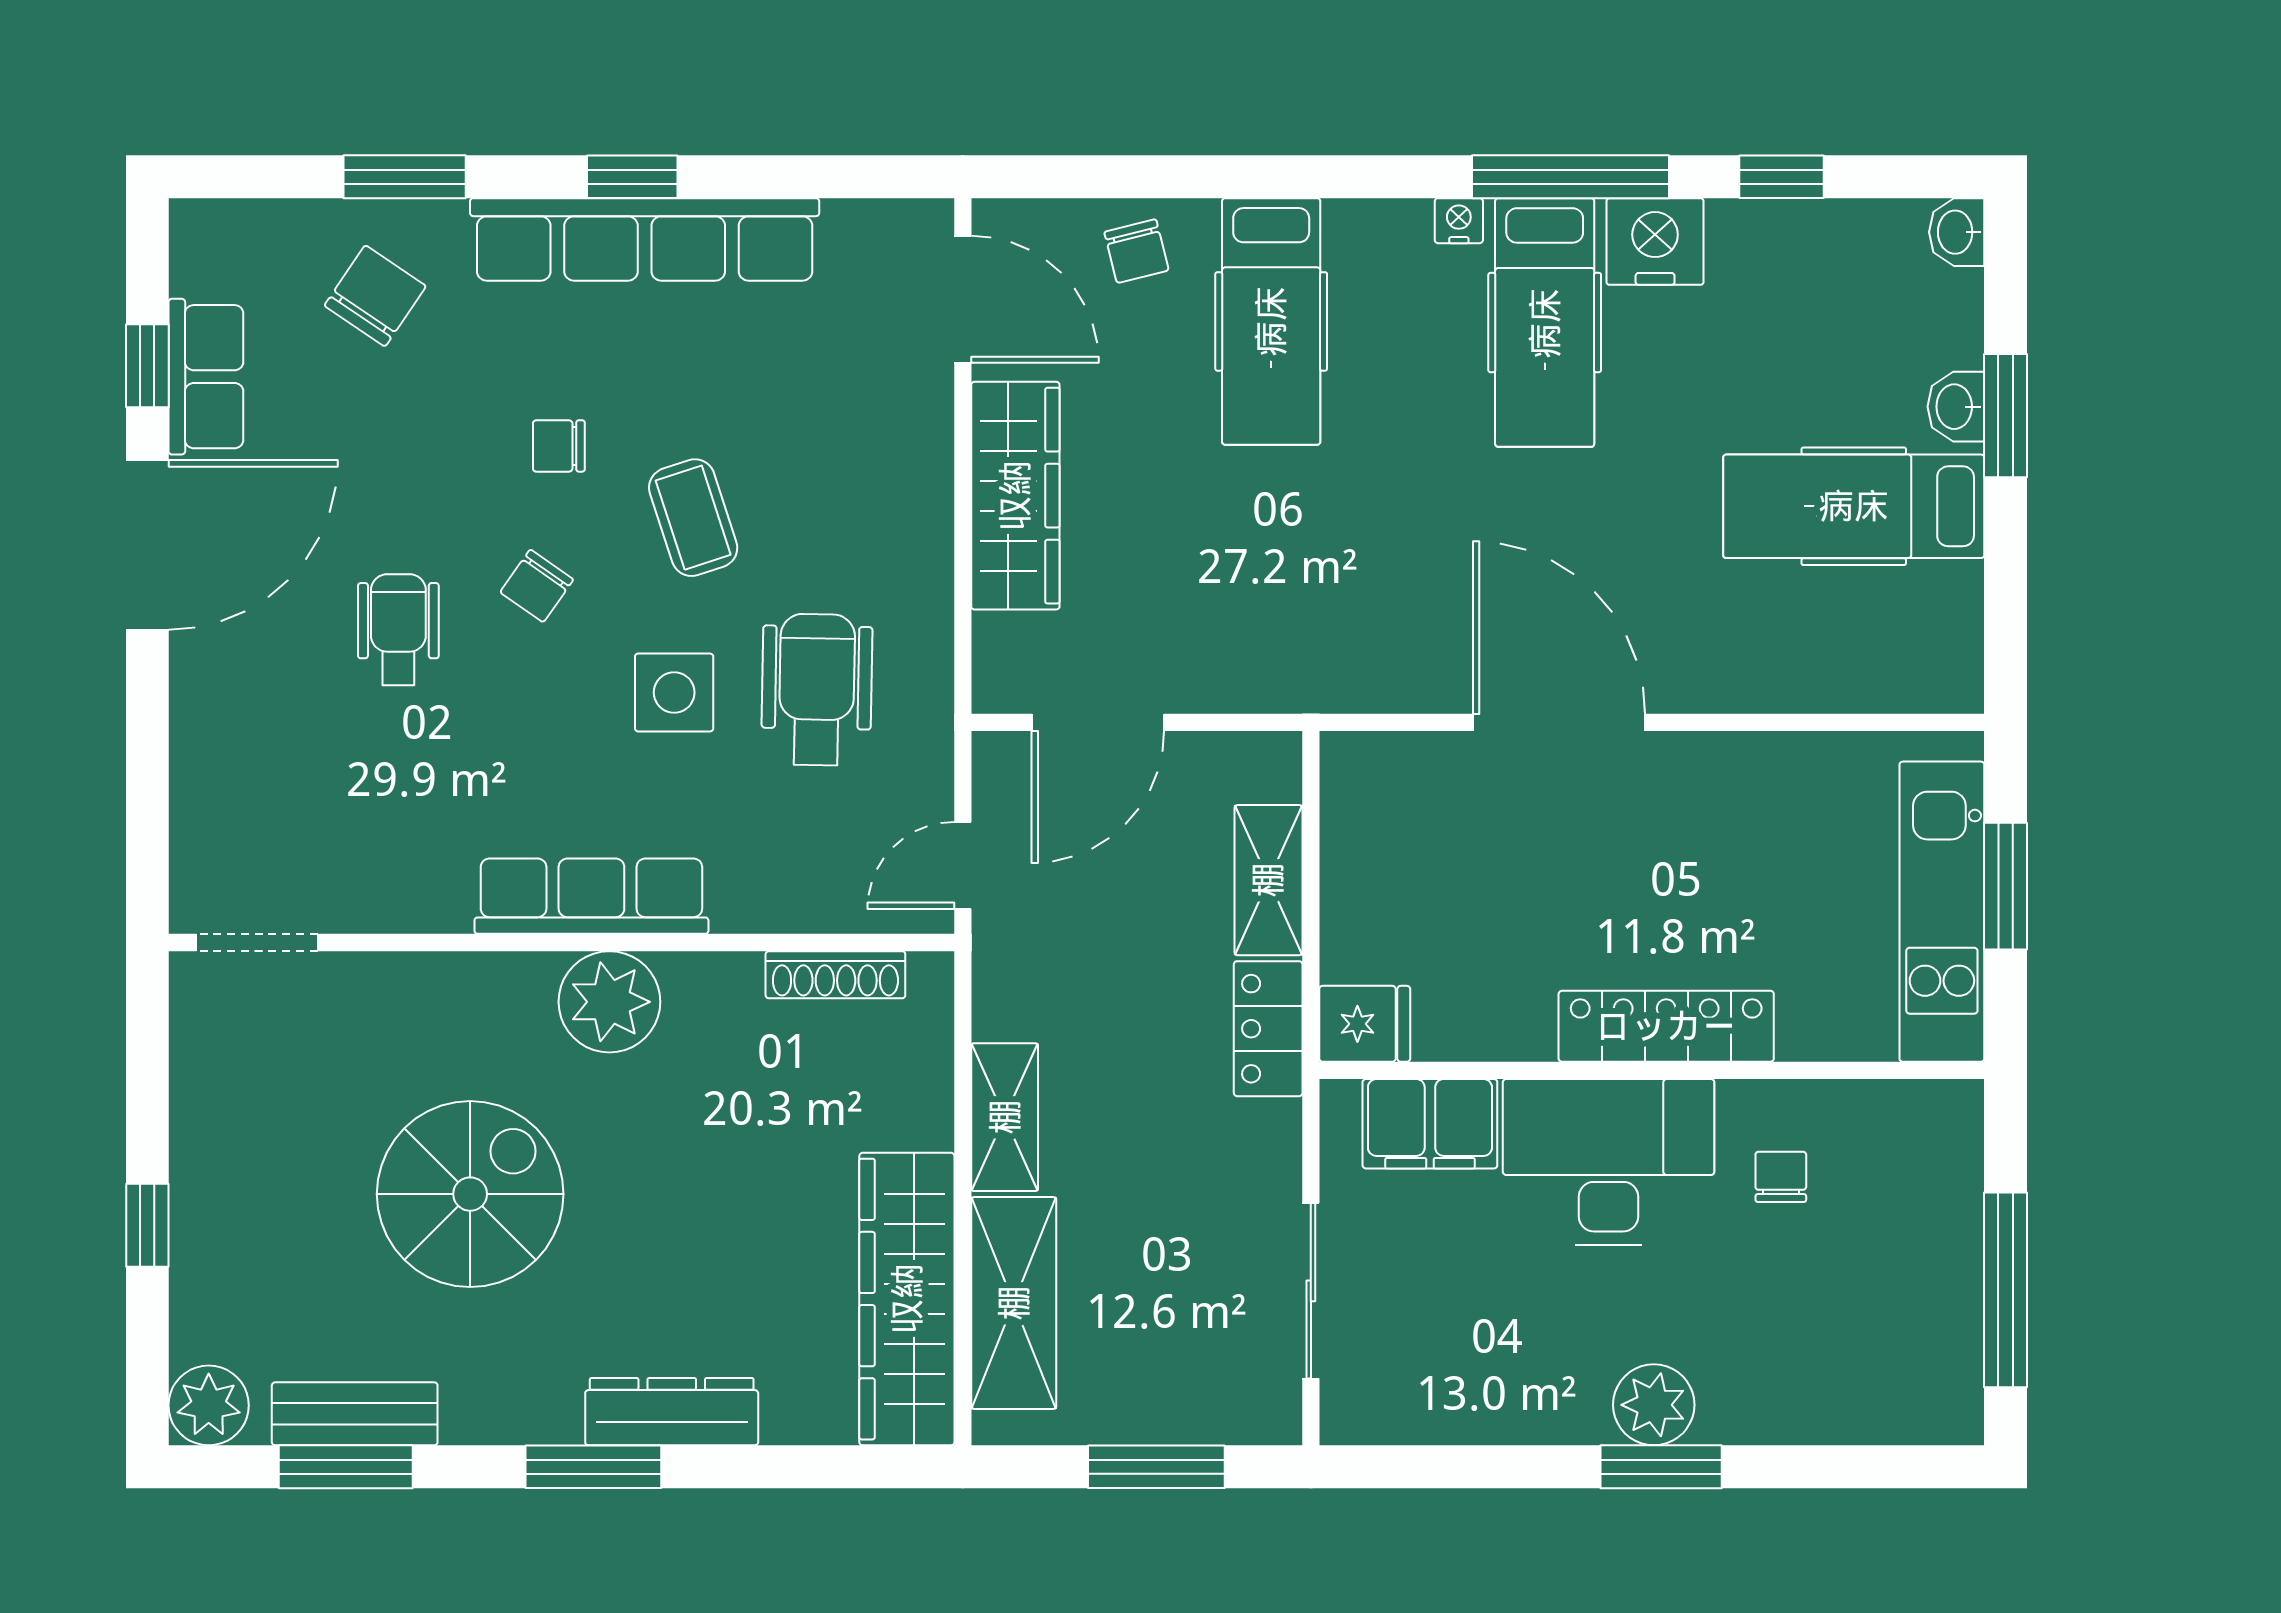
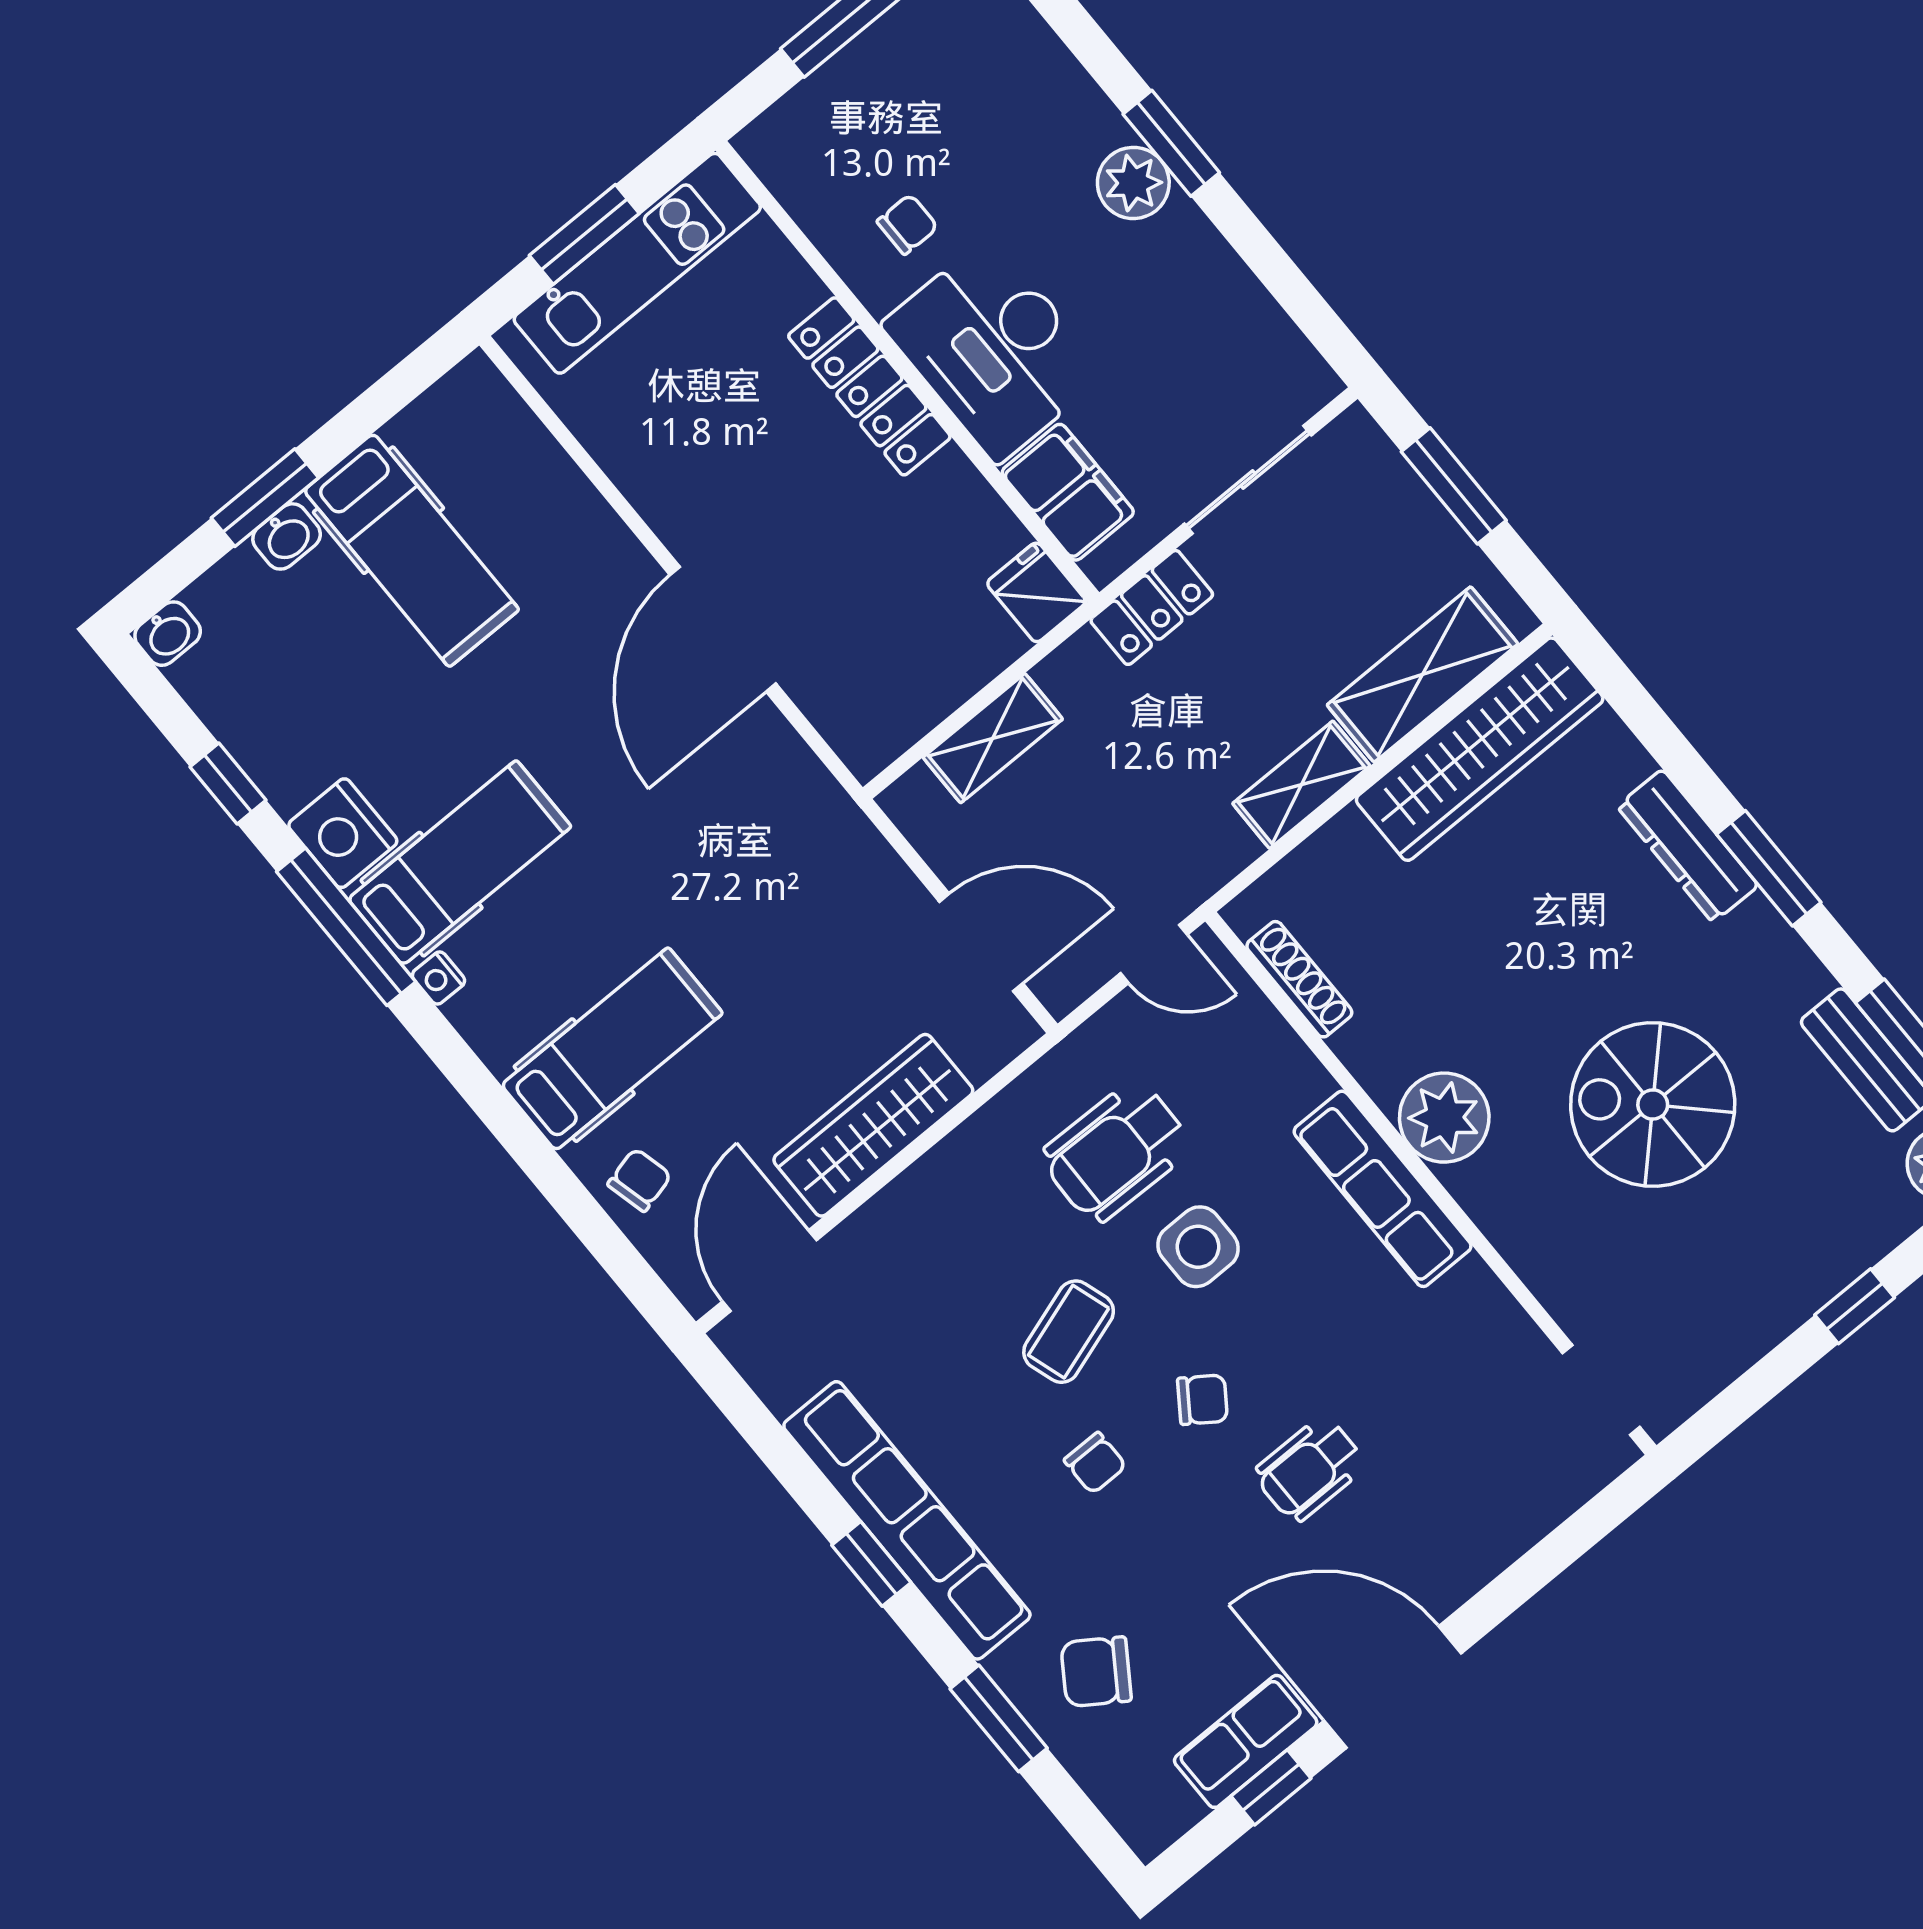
locker: (1268, 1029) -> (1152, 607), moved
chair: (1781, 1177) -> (907, 224), turned 180

